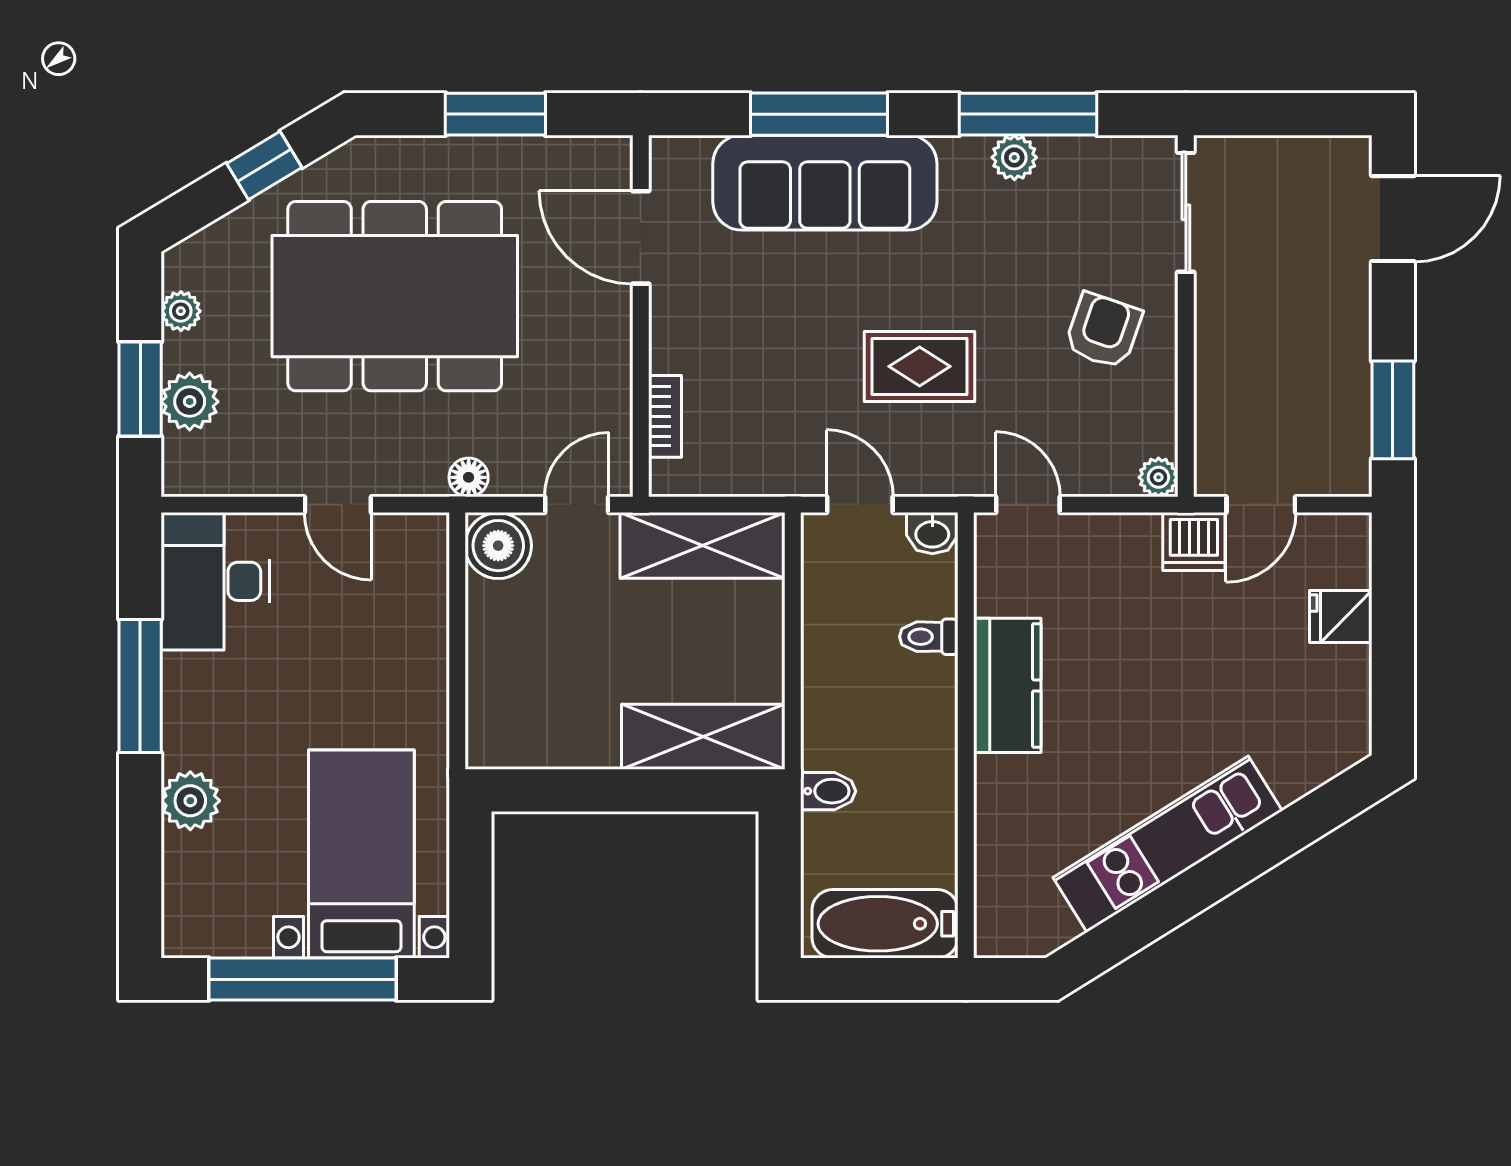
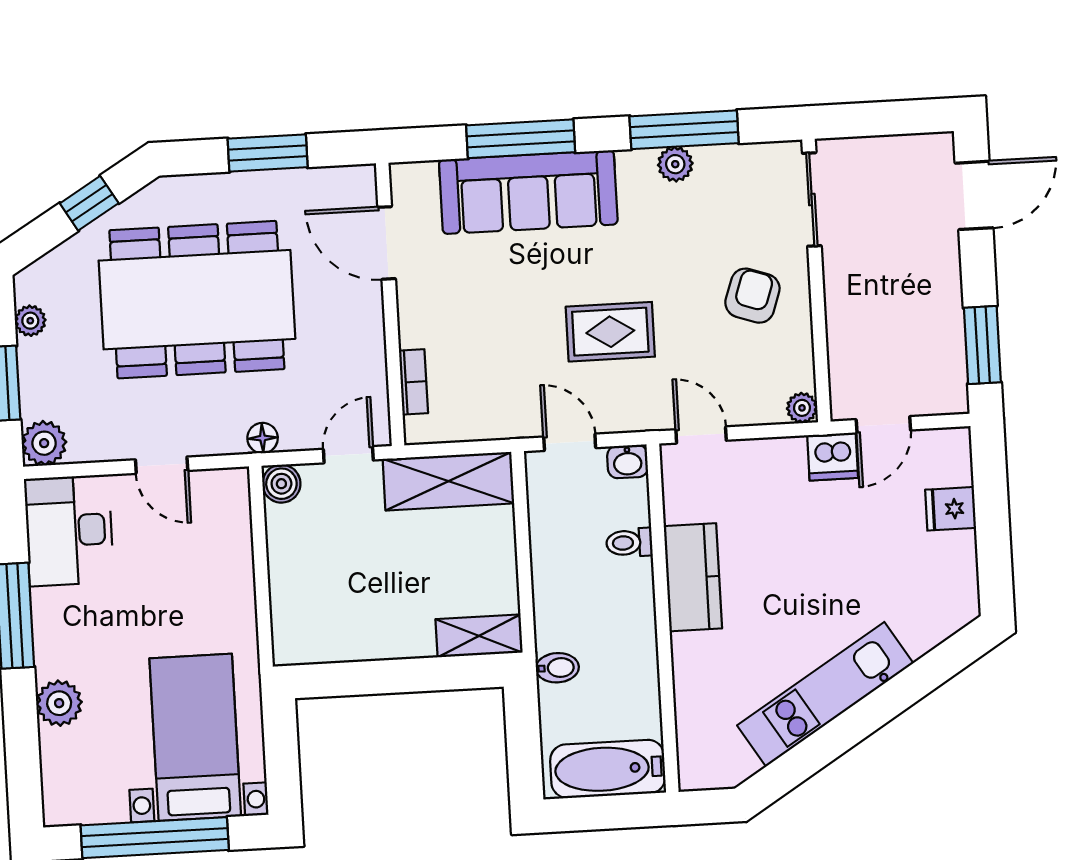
plant: (190, 402) -> (44, 443), moved
boiler: (498, 546) -> (281, 484), width x0.73, depth x0.73
shelving: (703, 737) -> (479, 636), width x0.67, depth x0.75

